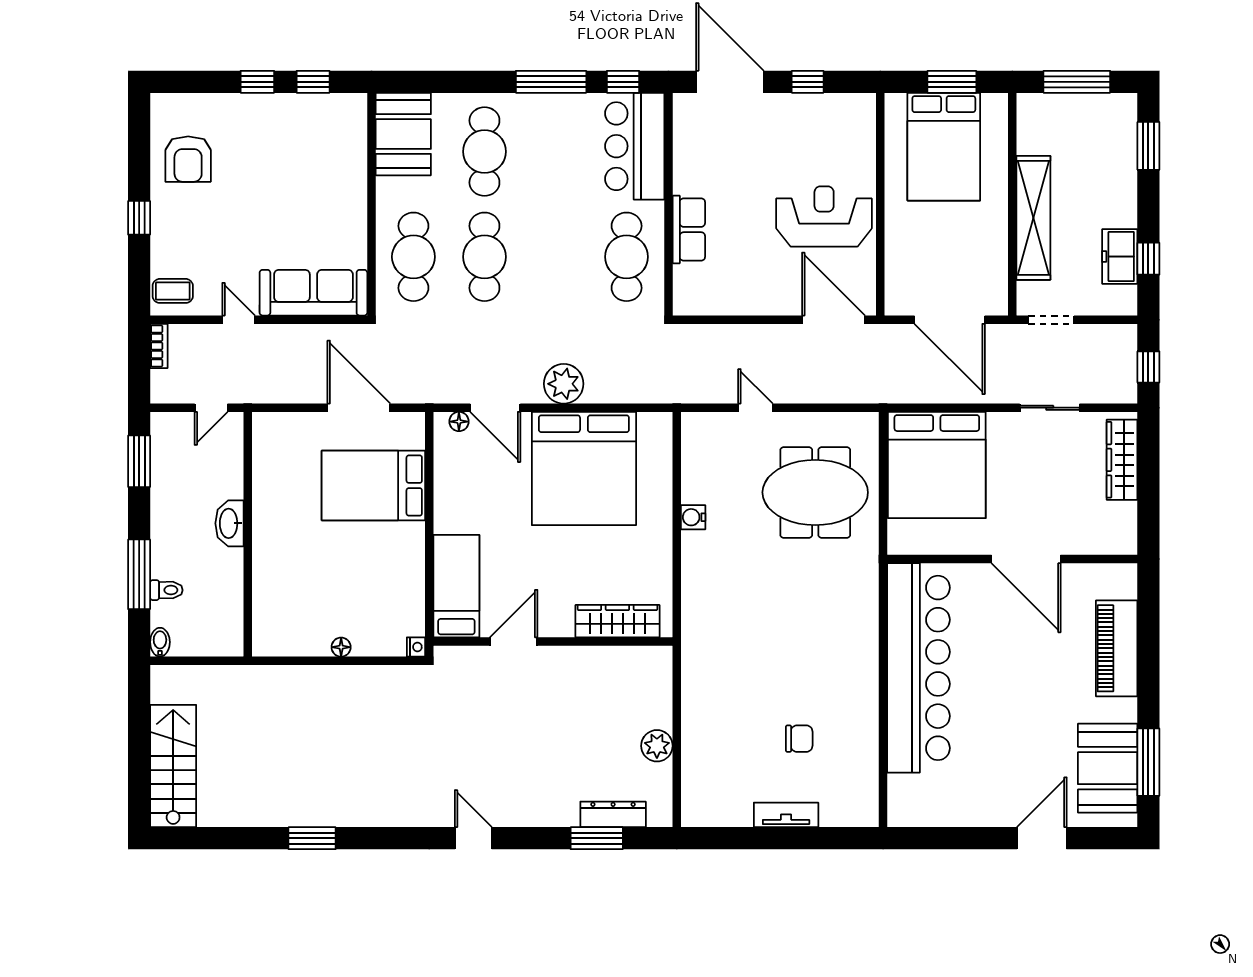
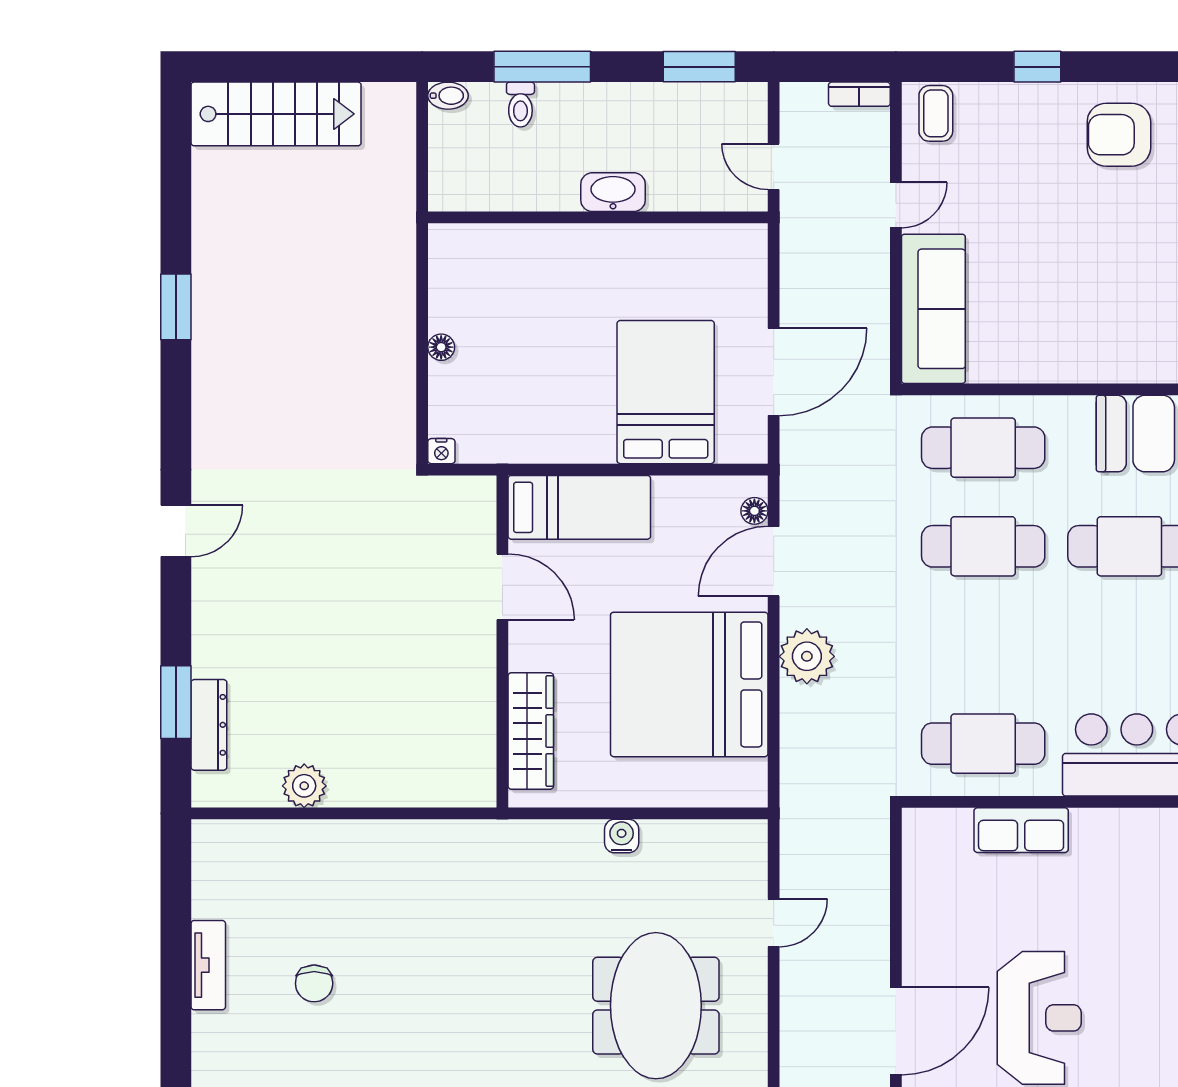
bed: (456, 586) -> (579, 507), moved
wardrobe: (617, 621) -> (531, 731), moved
door: (514, 642) -> (502, 587), moved
wall: (553, 642) -> (502, 641), moved

